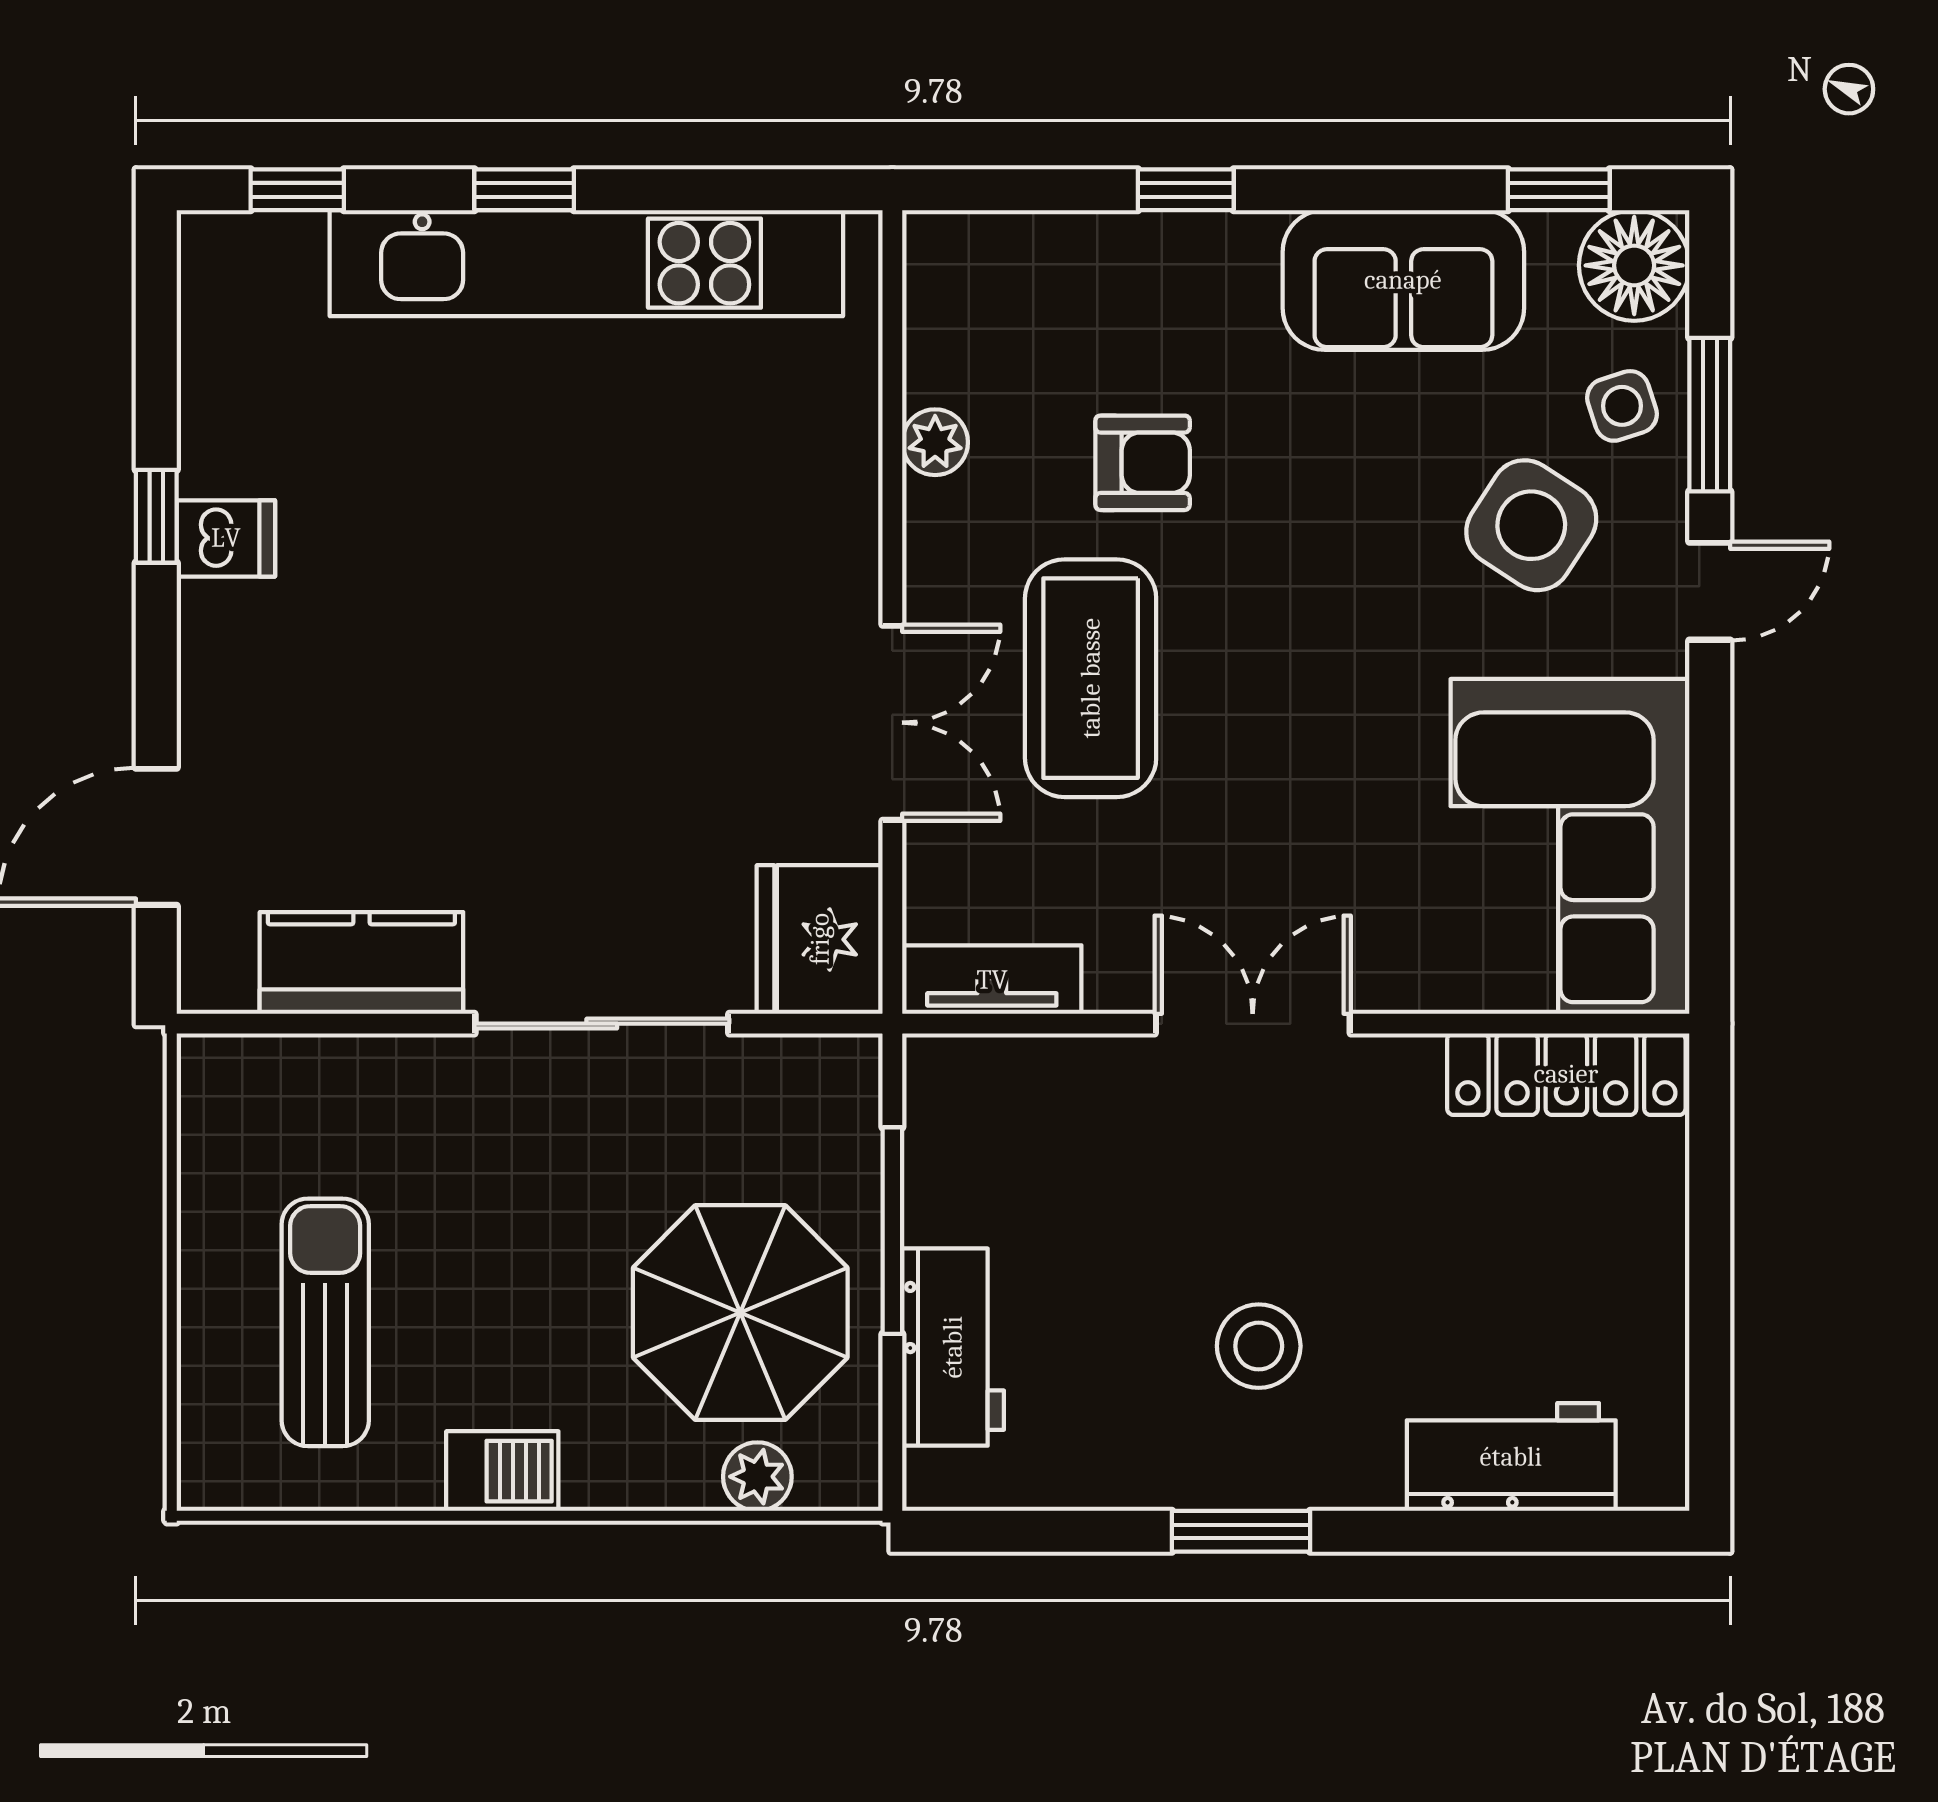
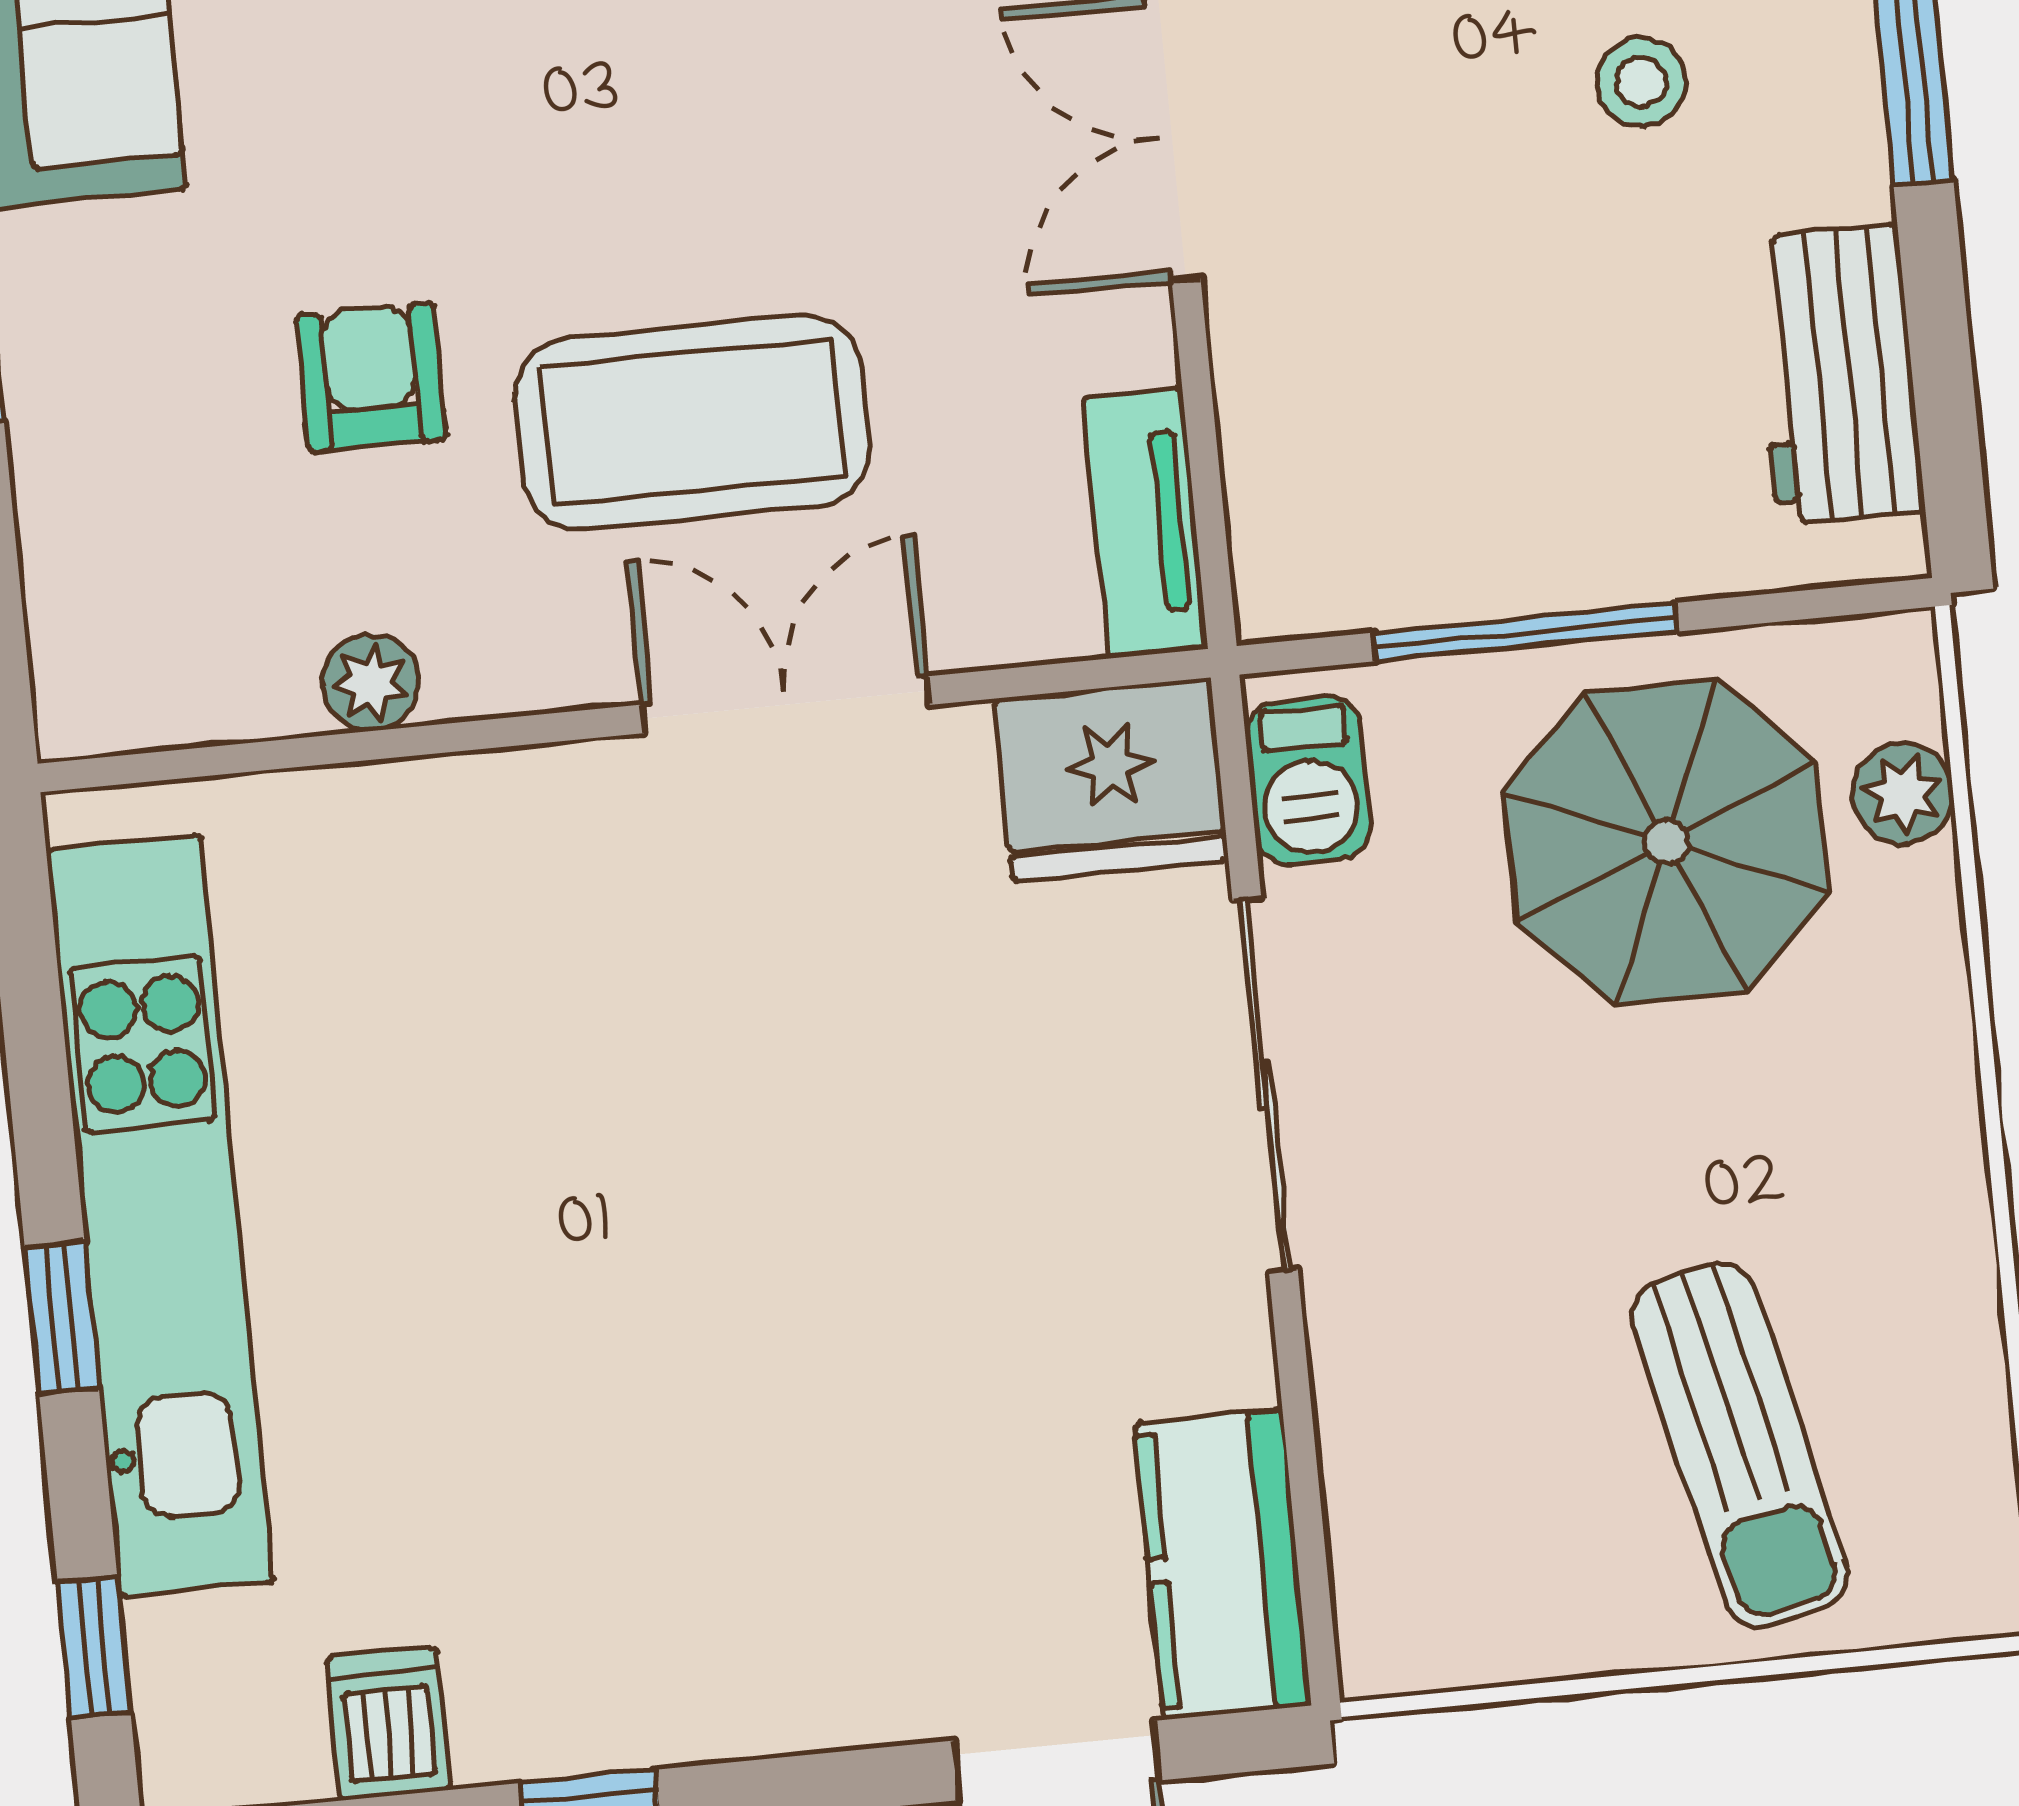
dishwasher: (226, 538) -> (388, 1724), moved
kitchen counter: (361, 963) -> (1223, 1565), moved
sun lounger: (325, 1322) -> (1740, 1445), turned -103
stool: (1259, 1346) -> (1641, 82), width x0.73, depth x0.73
workbench: (953, 1347) -> (1837, 374), moved, turned -90
barbecue: (502, 1471) -> (1308, 780), moved, turned 180

